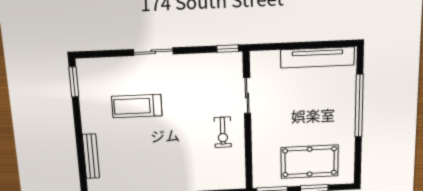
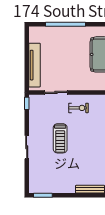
tv unit: (317, 57) -> (34, 65), moved
treadmill: (137, 106) -> (60, 138), moved

